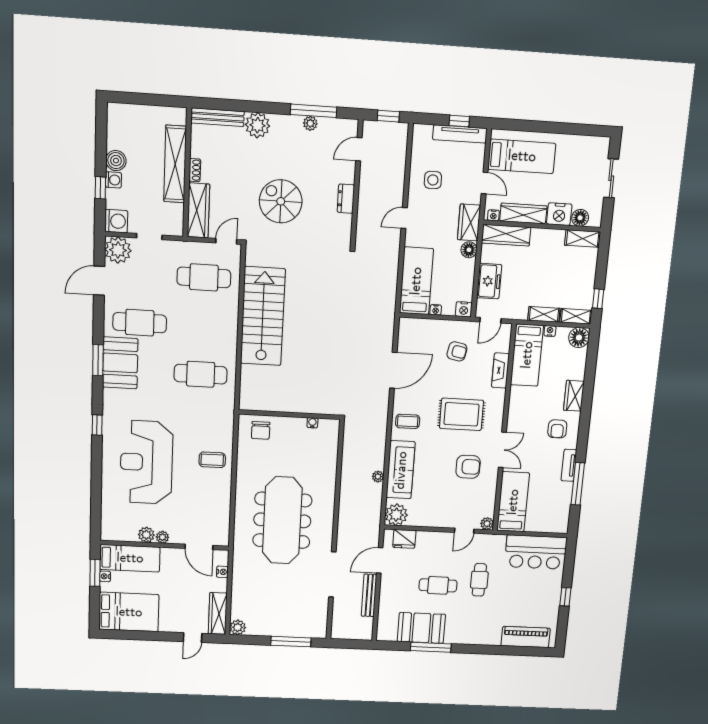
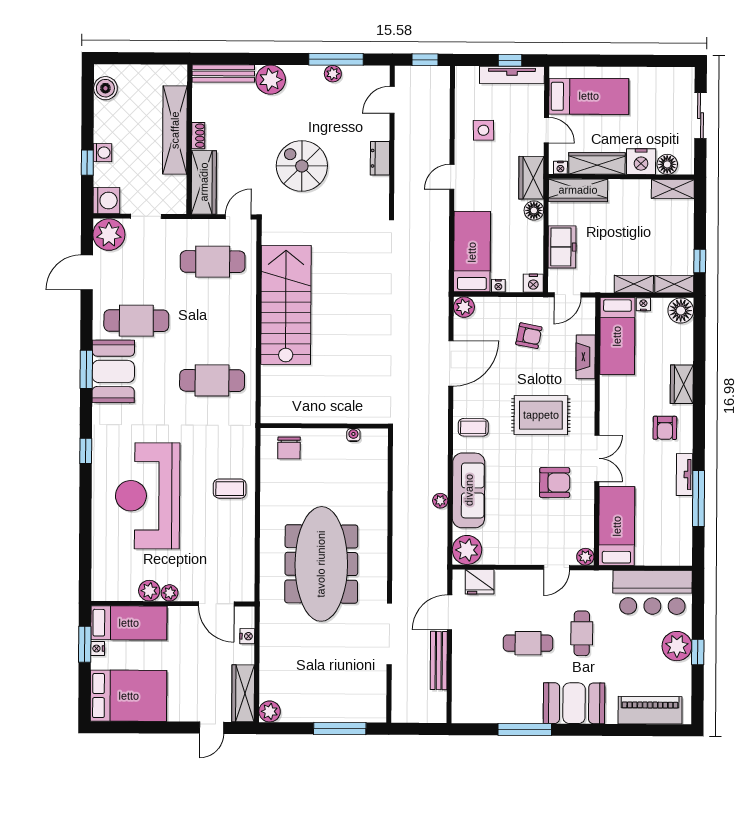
boiler: (116, 161) -> (105, 88), moved
plant: (407, 326) -> (464, 307), added
plant: (550, 592) -> (677, 646), added
booth: (421, 628) -> (574, 703), moved

